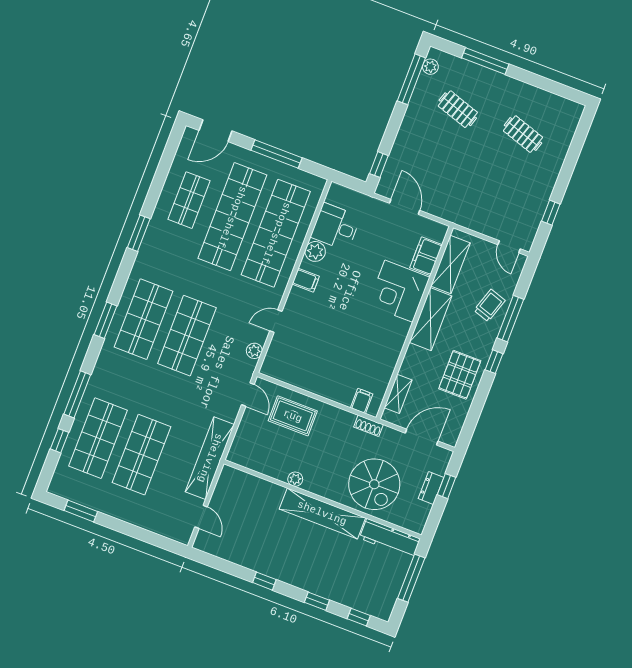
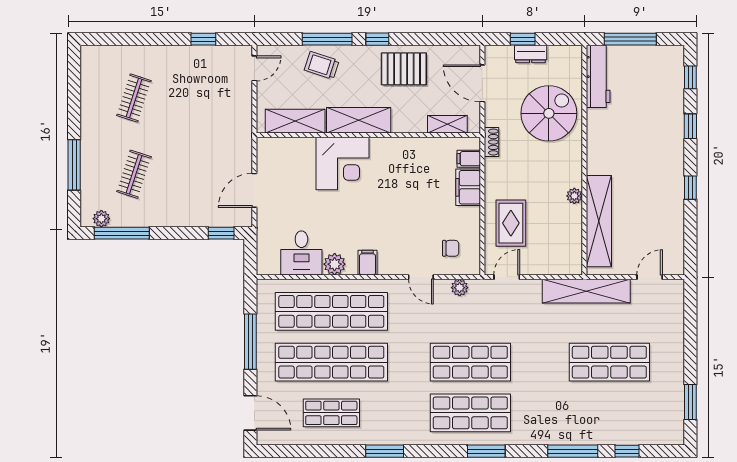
filing cabinet: (426, 256) -> (468, 187), moved, turned 90
chair: (291, 356) -> (451, 248), added
shop shelf: (98, 438) -> (609, 413), removed
shelving: (322, 513) -> (599, 221), moved

